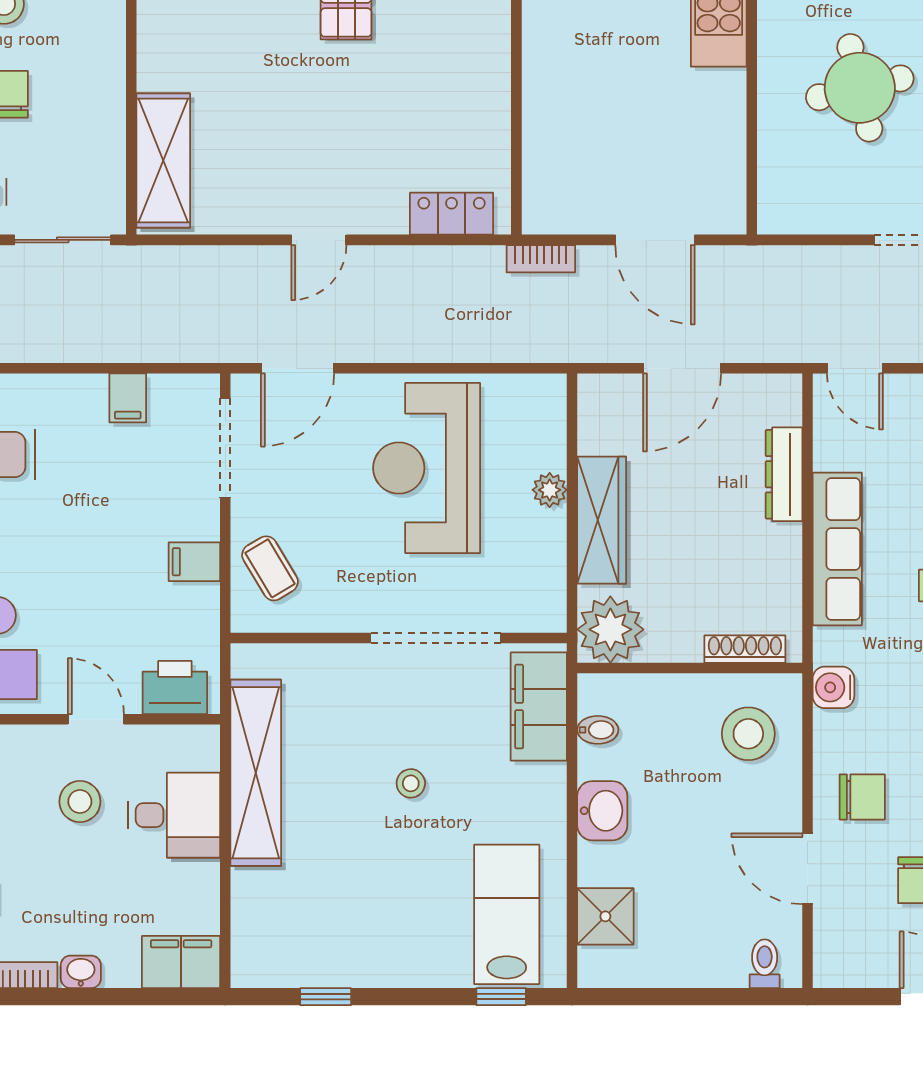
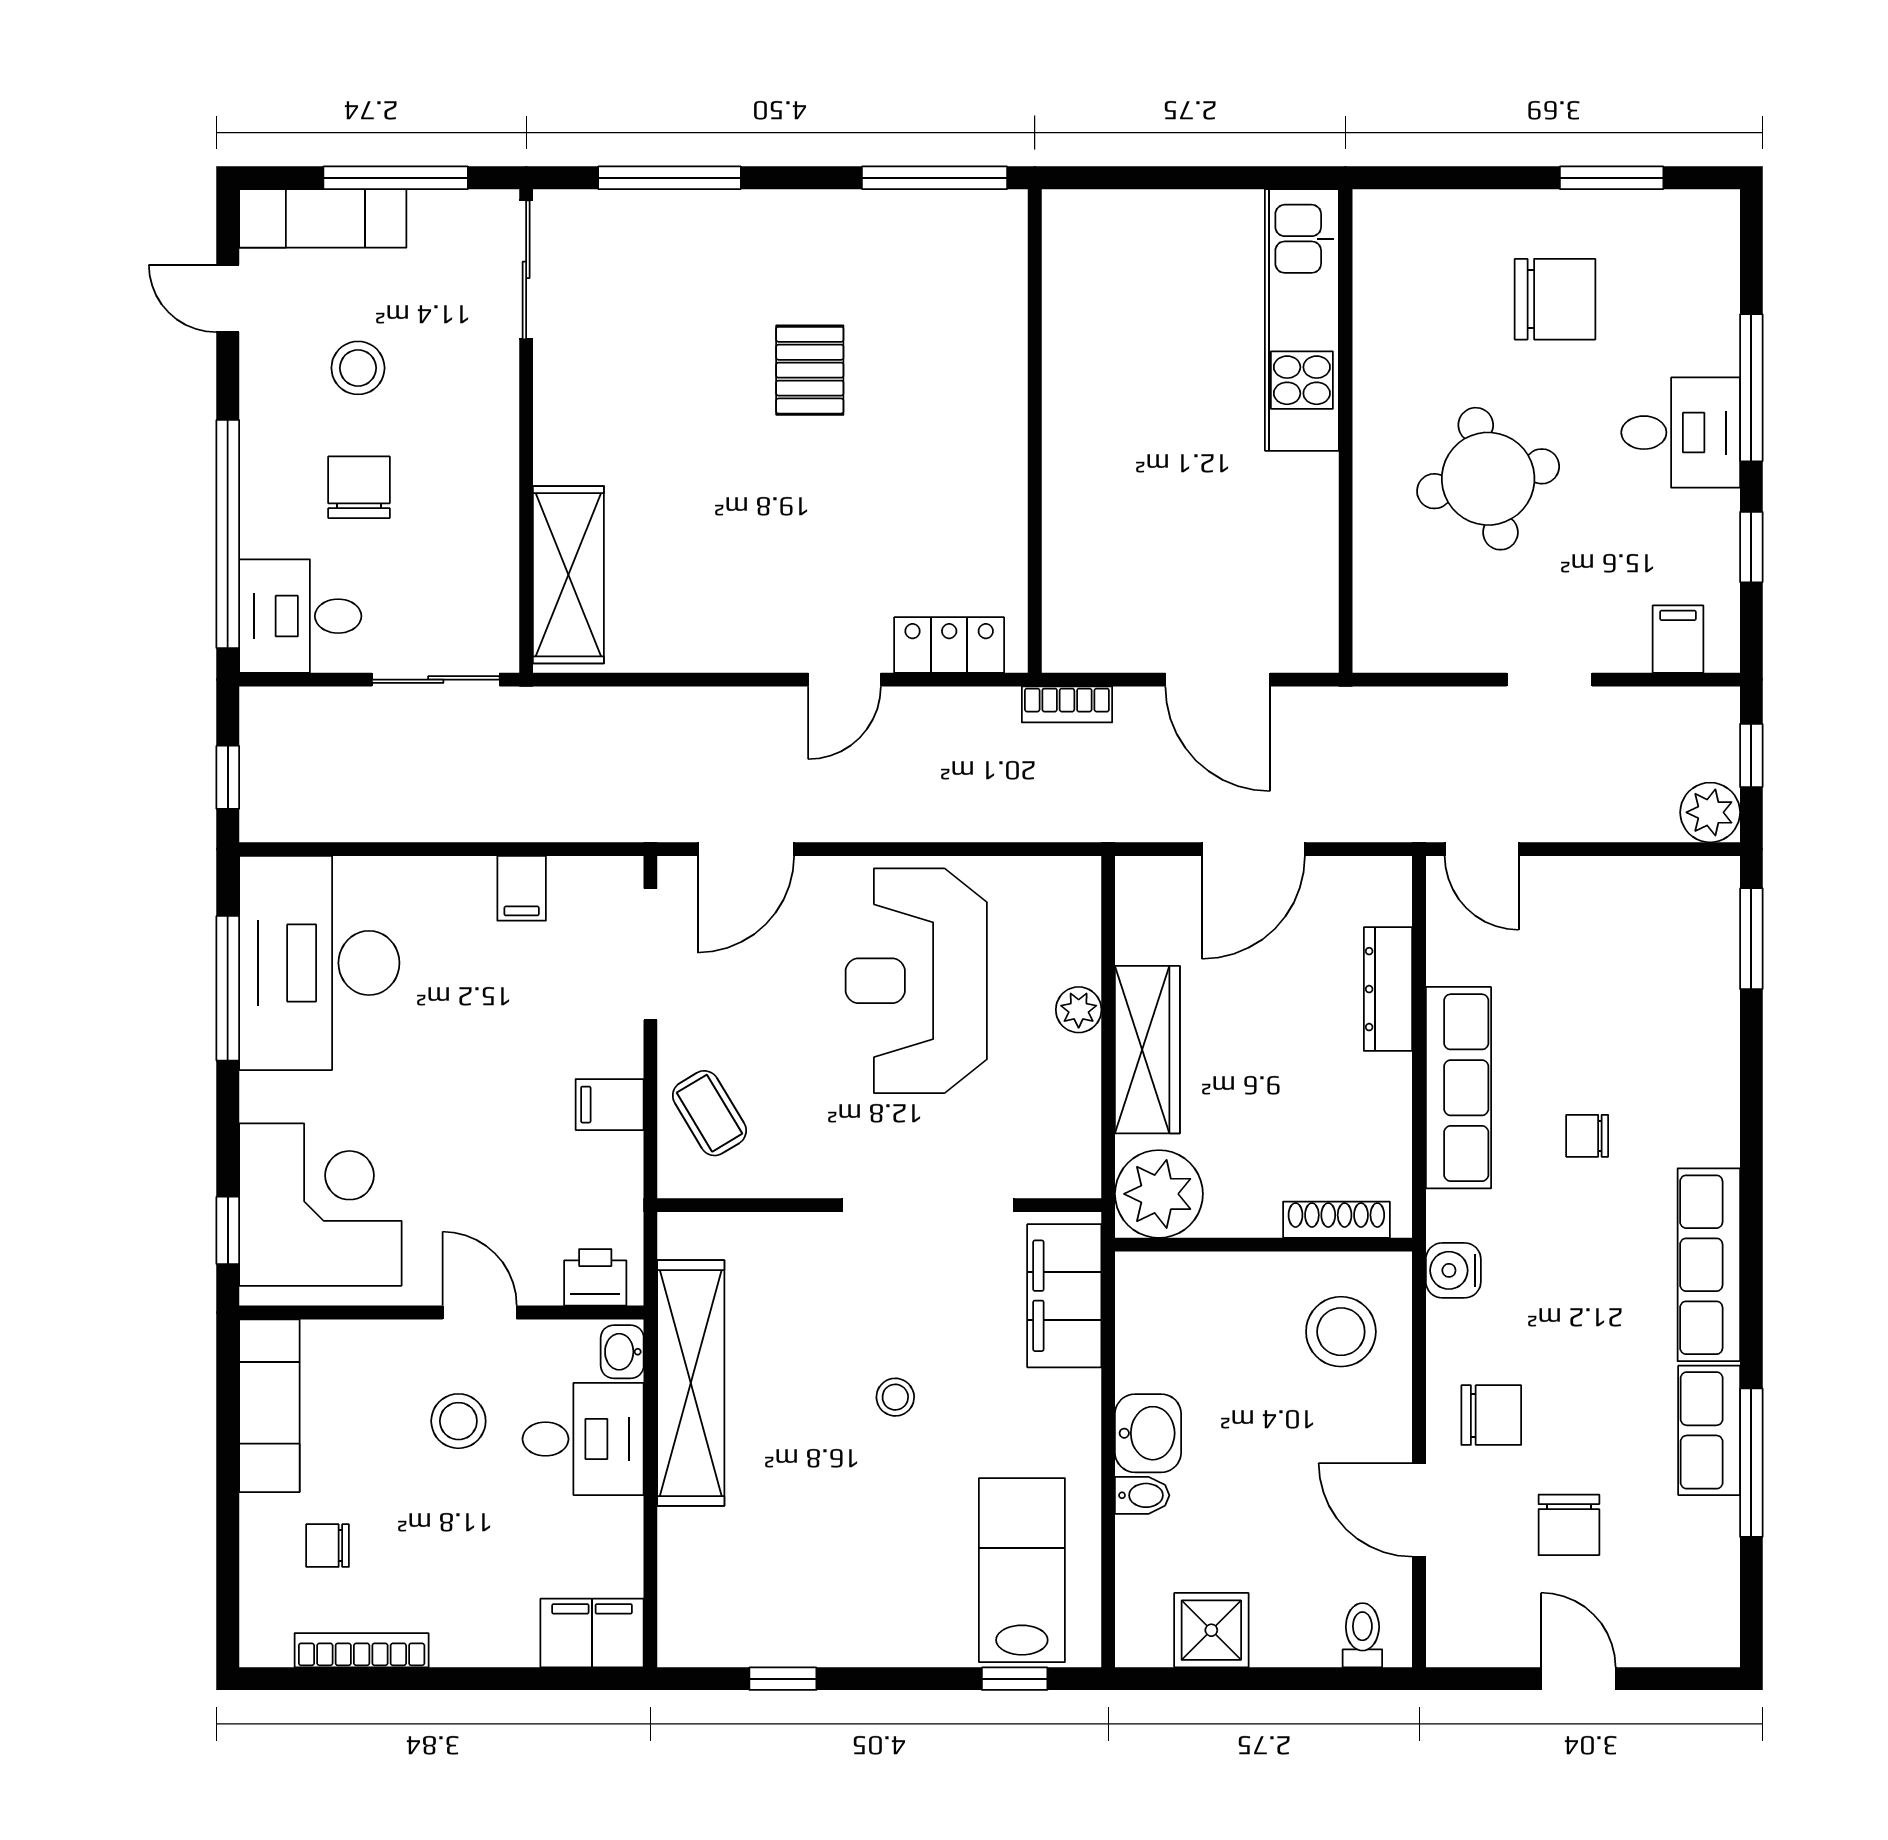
door: (319, 240) -> (844, 680), moved
printer: (175, 688) -> (595, 1277), width x0.73, depth x0.81
bidet: (598, 730) -> (1142, 1495), moved
shower: (605, 916) -> (1211, 1630), moved
washbasin: (81, 972) -> (622, 1352), moved, turned -90

